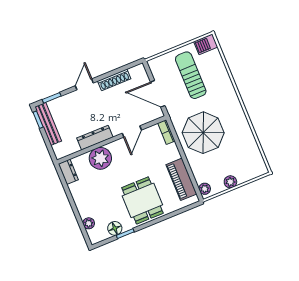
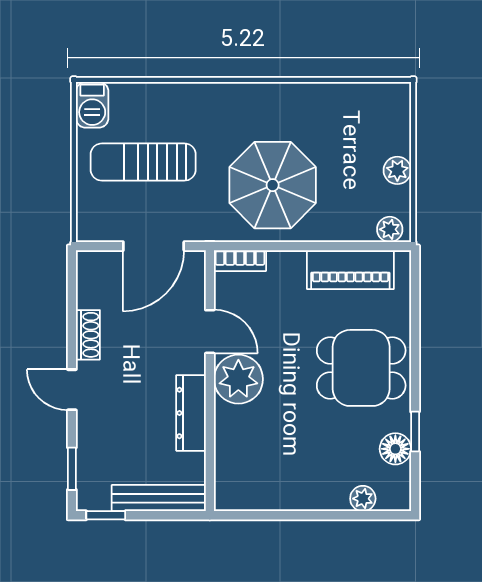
shoe rack: (114, 80) -> (88, 335), width x0.70
bench: (48, 124) -> (159, 498), moved
plant: (100, 158) -> (238, 379), moved
dresser: (68, 172) -> (239, 497), removed

